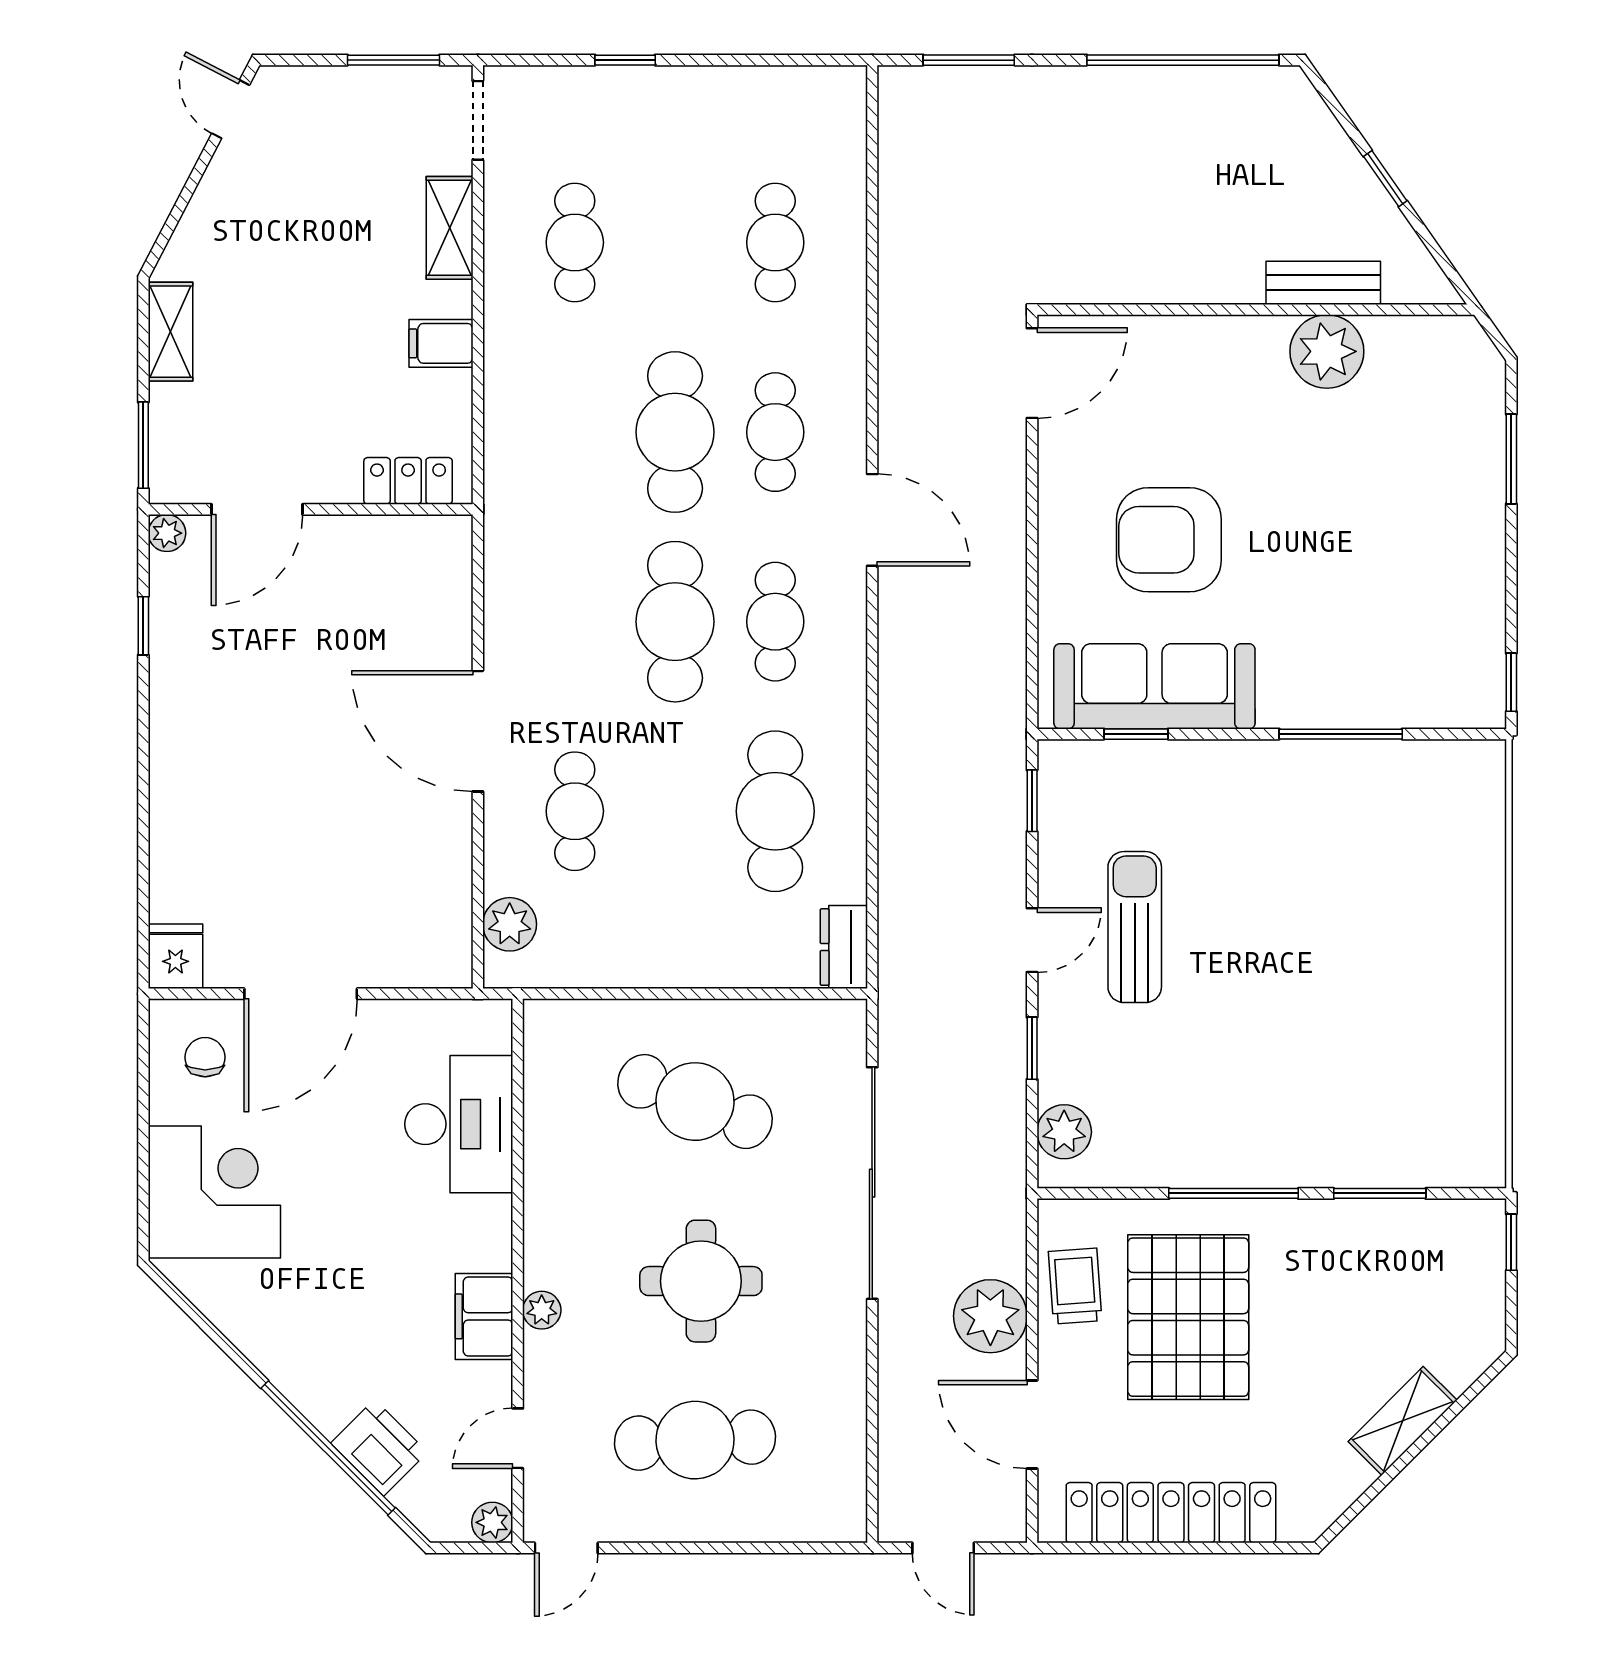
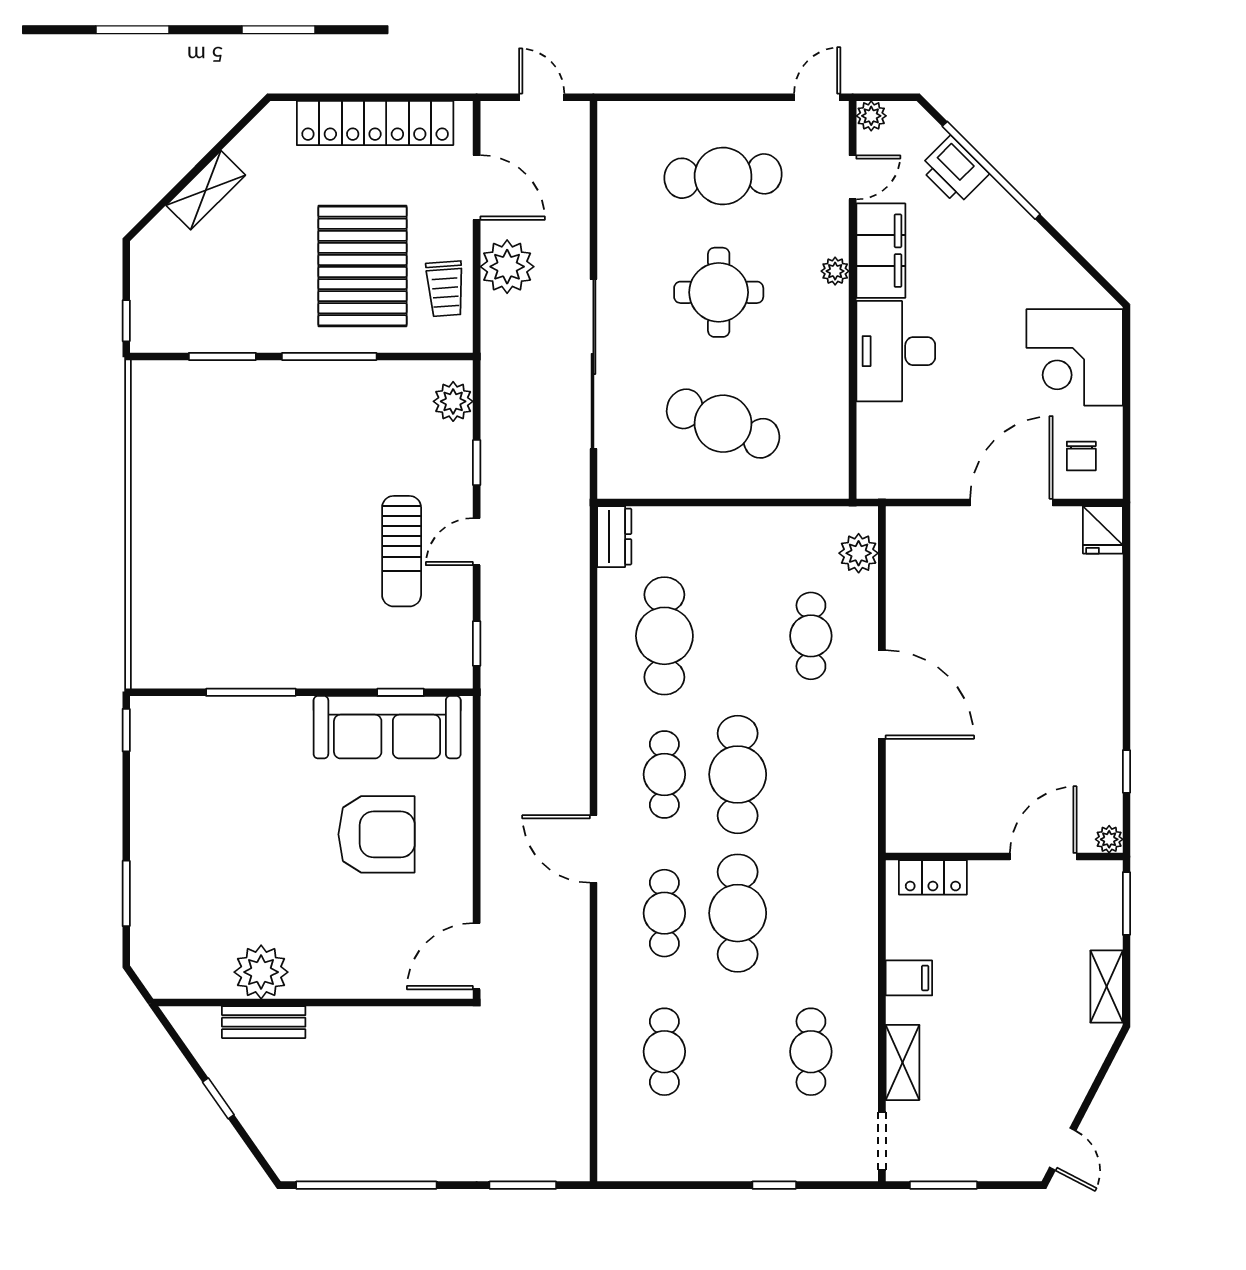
desk: (459, 1124) -> (896, 351), moved
filing cabinet: (484, 1316) -> (881, 251), width x1.50, depth x1.17

